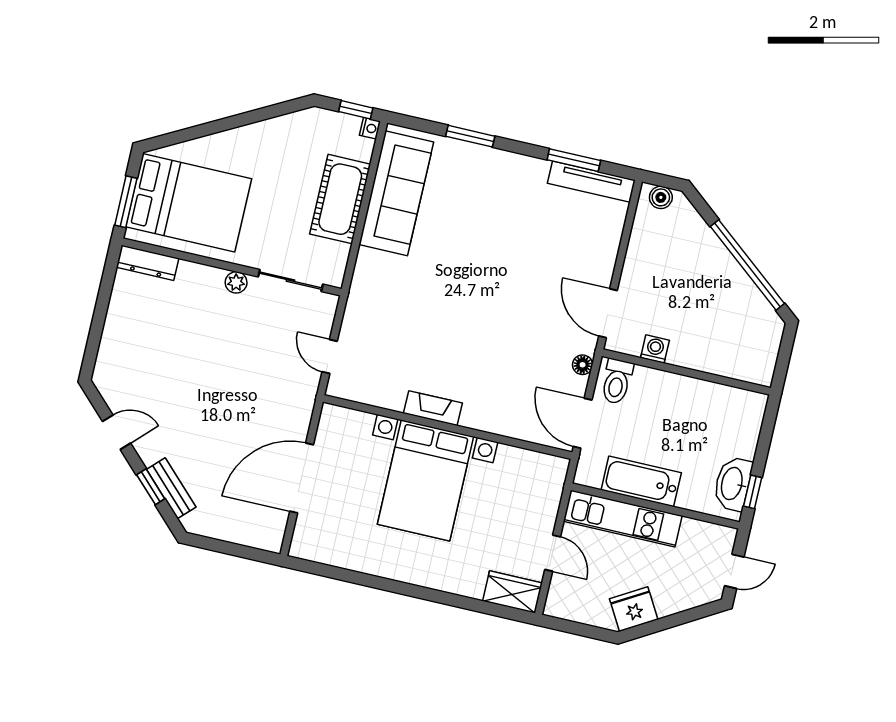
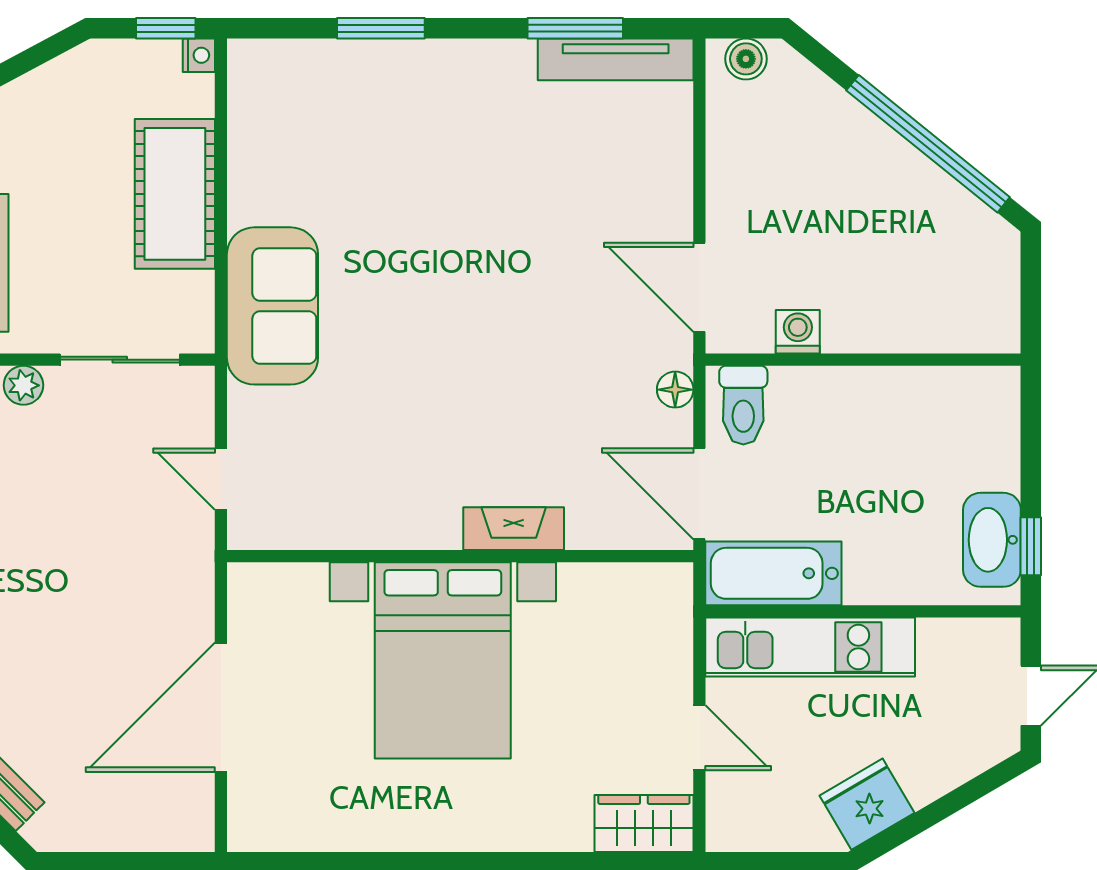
sofa: (396, 193) -> (272, 306), moved, width x0.73
fireplace: (433, 408) -> (514, 529), moved
bathtub: (641, 481) -> (773, 573), moved

